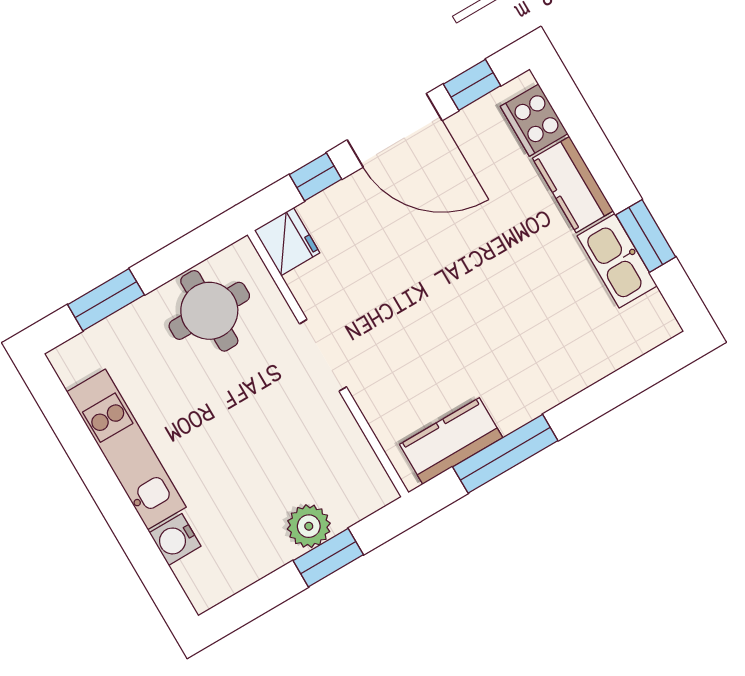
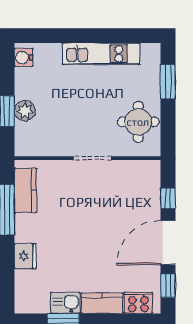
fridge: (287, 242) -> (25, 256), moved, turned -90
kitchen sink: (617, 261) -> (65, 303), width x0.73
water cooler: (175, 539) -> (24, 57), moved, turned -90

